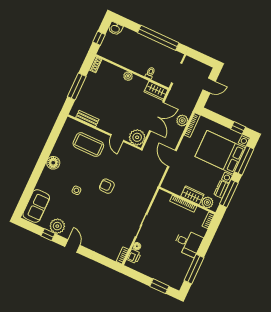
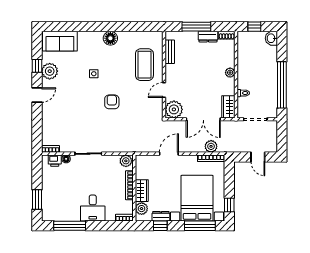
dresser: (89, 81) -> (208, 37), added
window: (229, 193) -> (160, 226), width x0.46
plant: (161, 197) -> (126, 161), added

